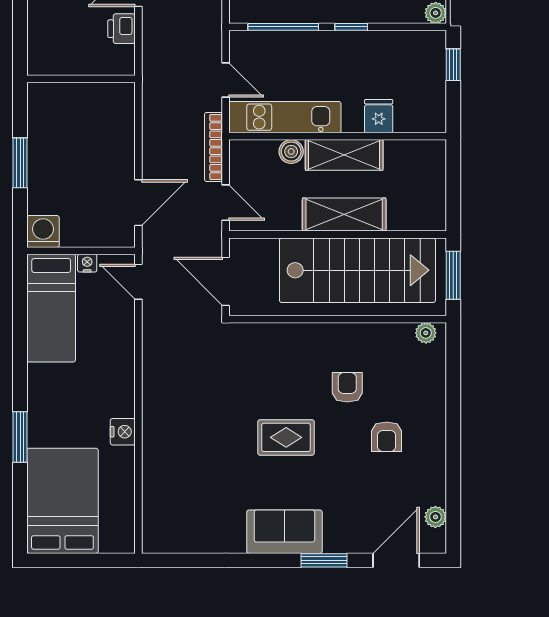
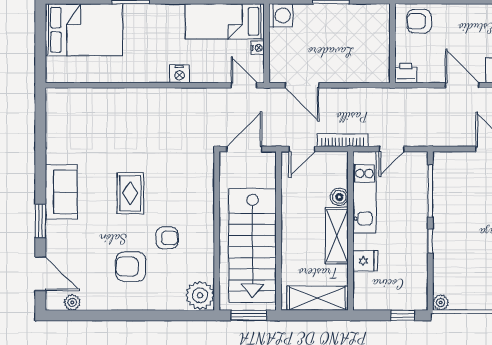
printer: (121, 29) -> (406, 73), moved
armchair: (51, 42) -> (419, 21), added
shelving: (344, 215) -> (318, 298), moved, turned 90
door: (138, 282) -> (244, 85), hinge flipped
plant: (426, 333) -> (200, 295), width x1.87, depth x1.87
nightstand: (123, 432) -> (180, 74), moved
armchair: (387, 437) -> (131, 267), width x1.38, depth x1.38

